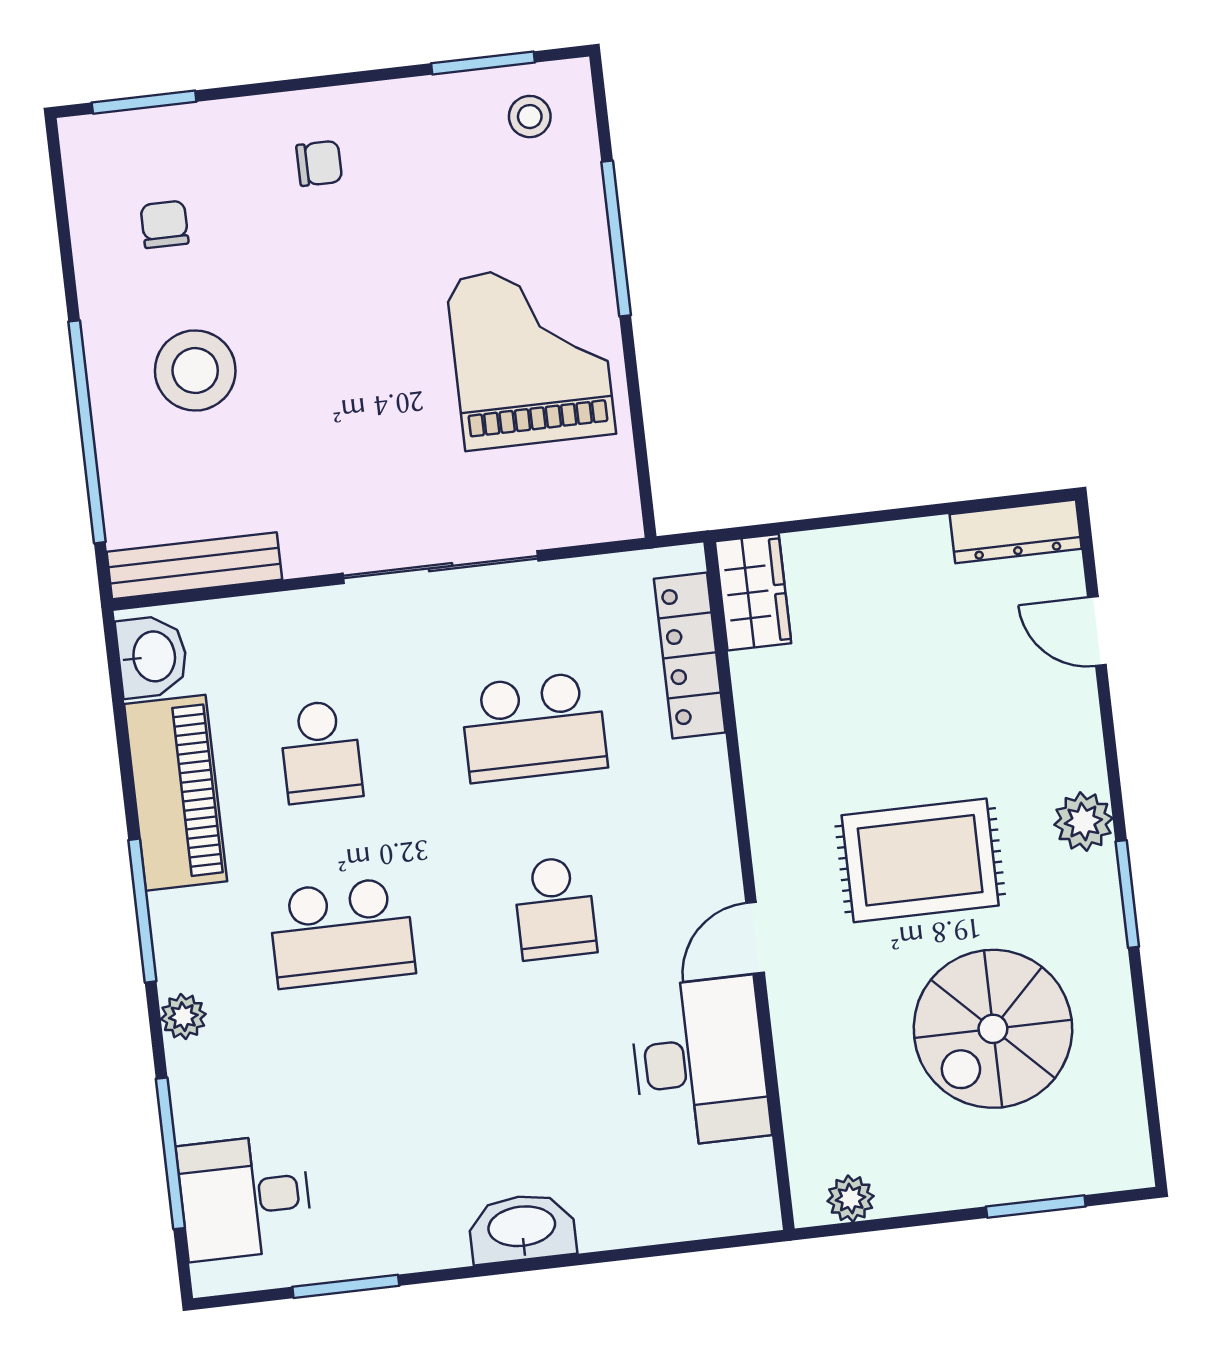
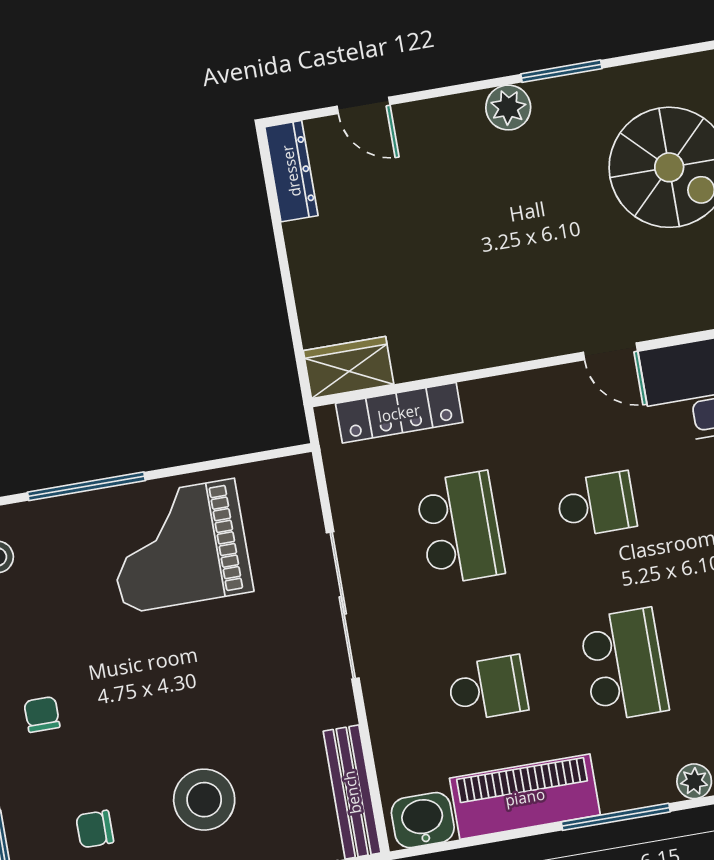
door: (1097, 631) -> (363, 105), hinge flipped
rug: (920, 860) -> (545, 230), removed

